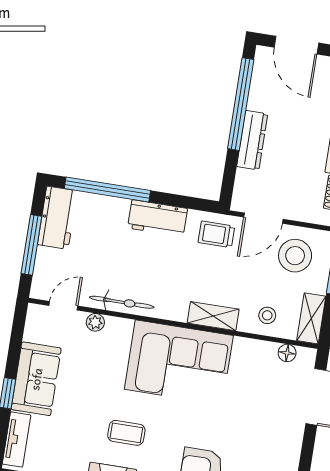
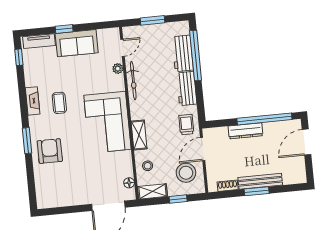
workbench: (57, 218) -> (183, 53), moved, turned 90
door: (263, 218) -> (203, 149), hinge flipped
window: (31, 245) -> (153, 20), width x0.69
door: (63, 306) -> (122, 48), hinge flipped

